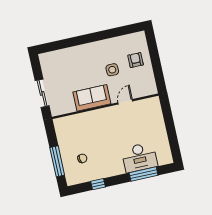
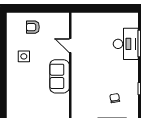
side table: (112, 70) -> (24, 56), moved

